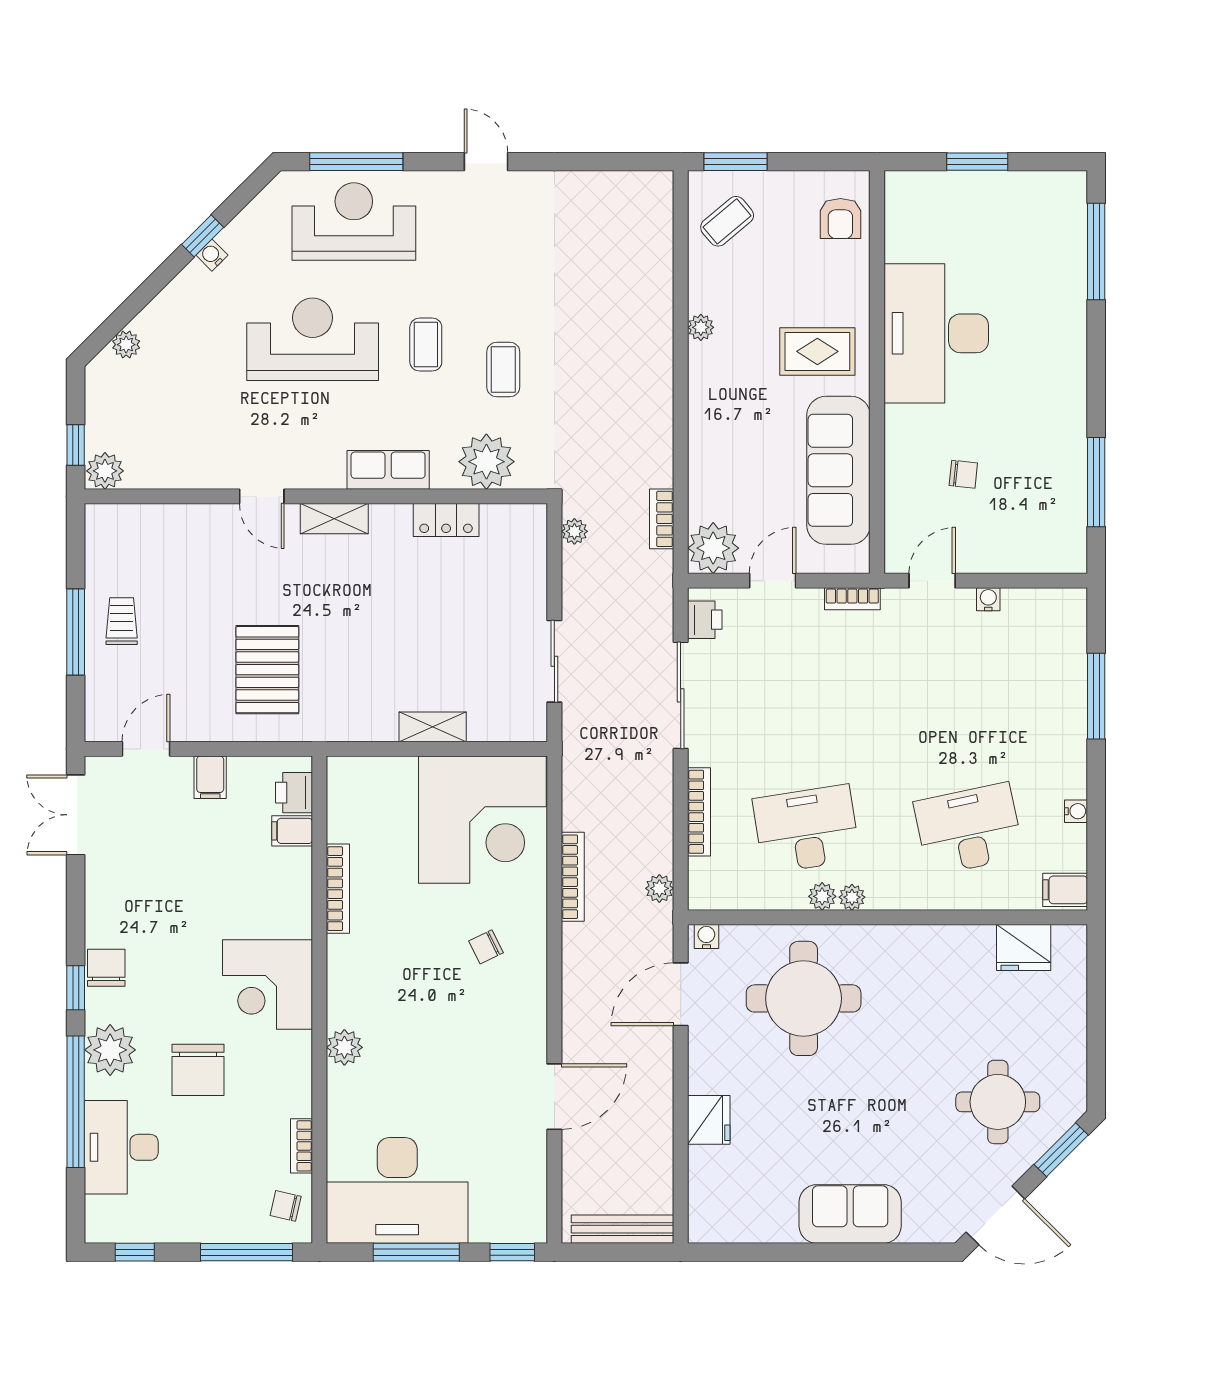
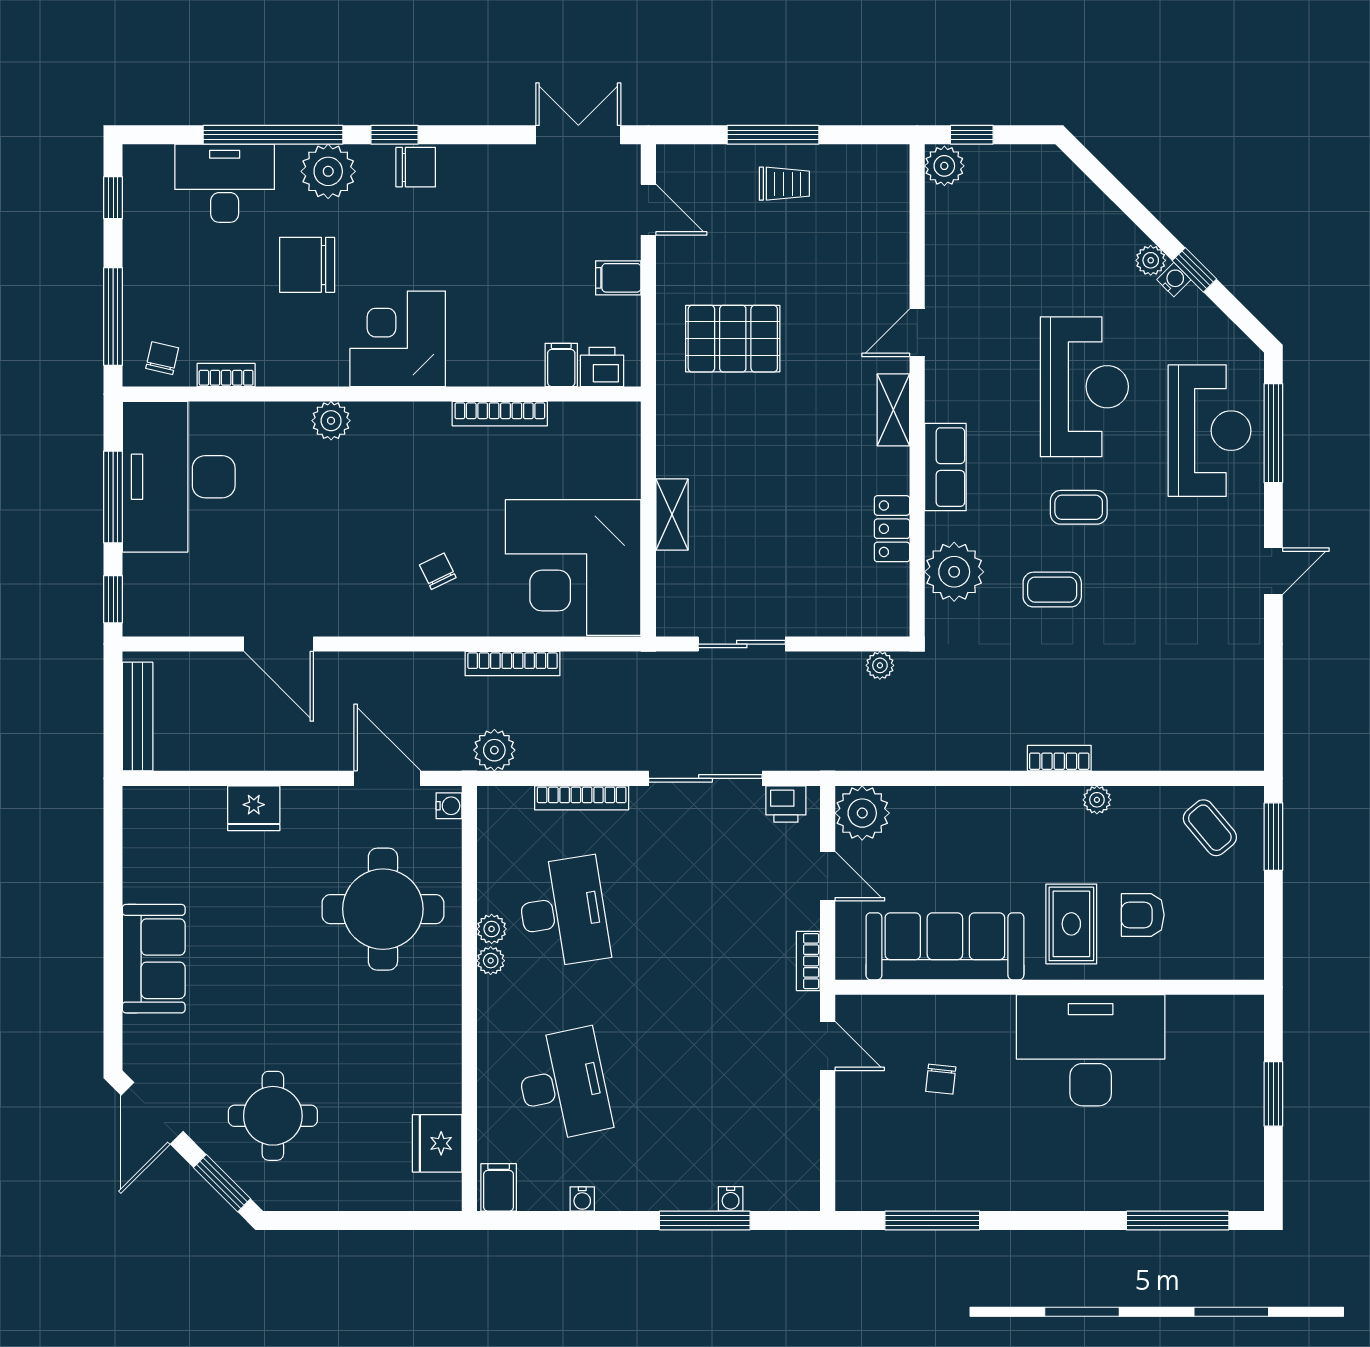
armchair: (840, 219) -> (1143, 915), moved
plant: (126, 345) -> (1151, 260), moved
bookcase: (662, 519) -> (1059, 758), moved
water cooler: (988, 599) -> (731, 1199), moved, turned 90
plant: (659, 888) -> (494, 750), width x1.38, depth x1.38

